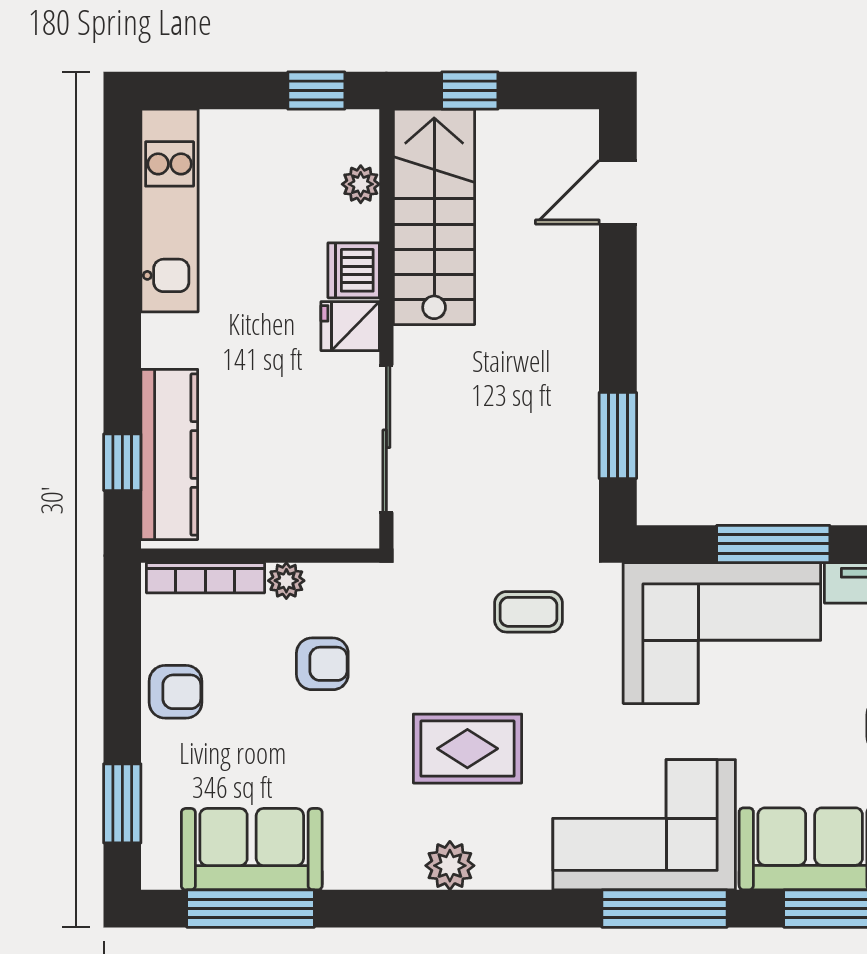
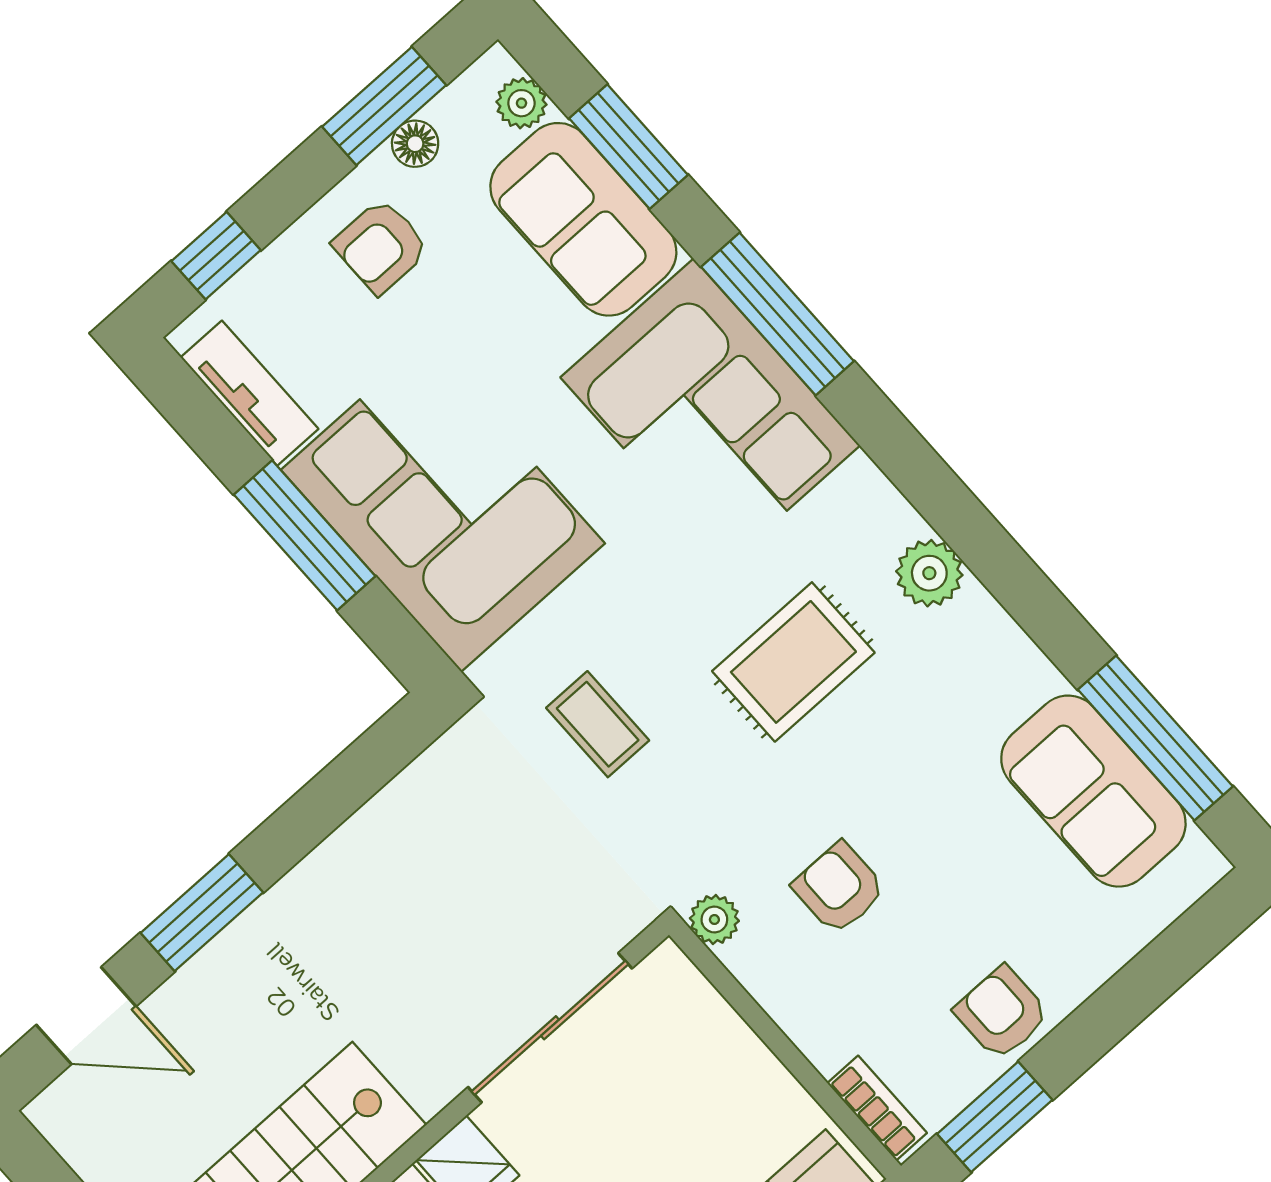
window: (618, 435) -> (202, 913), moved
bookcase: (205, 578) -> (877, 1108), width x0.64
plant: (286, 581) -> (714, 920), moved
rug: (467, 749) -> (793, 662), turned 90
window: (122, 803) -> (995, 1117), moved

